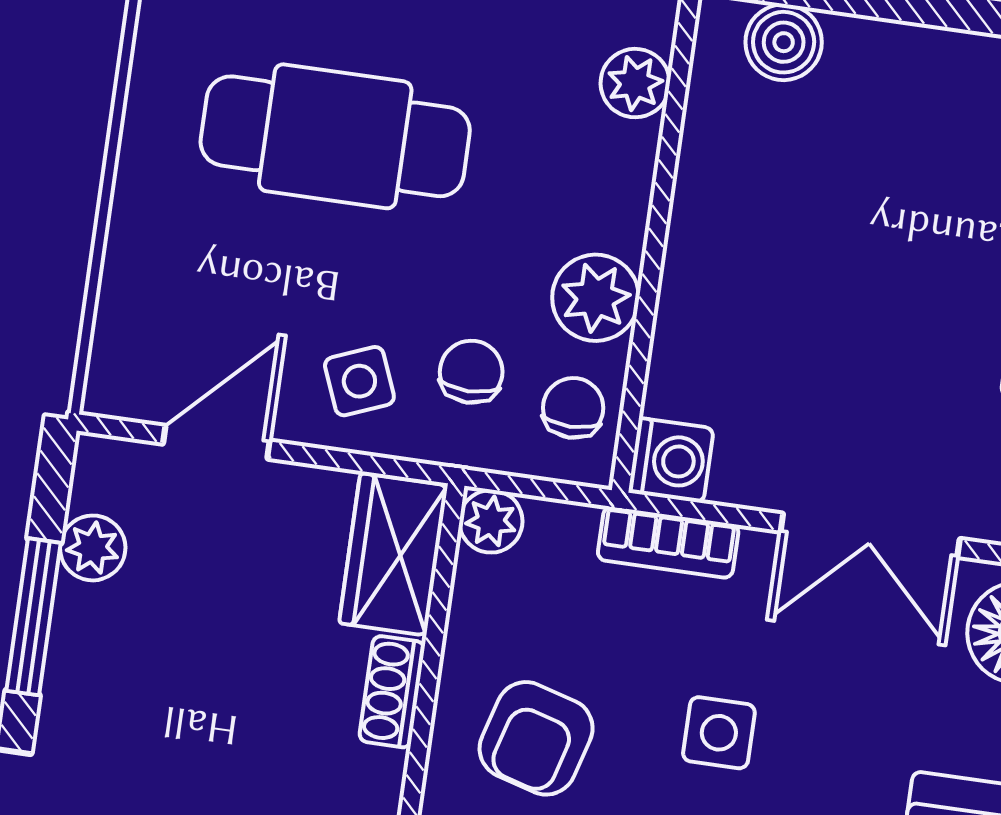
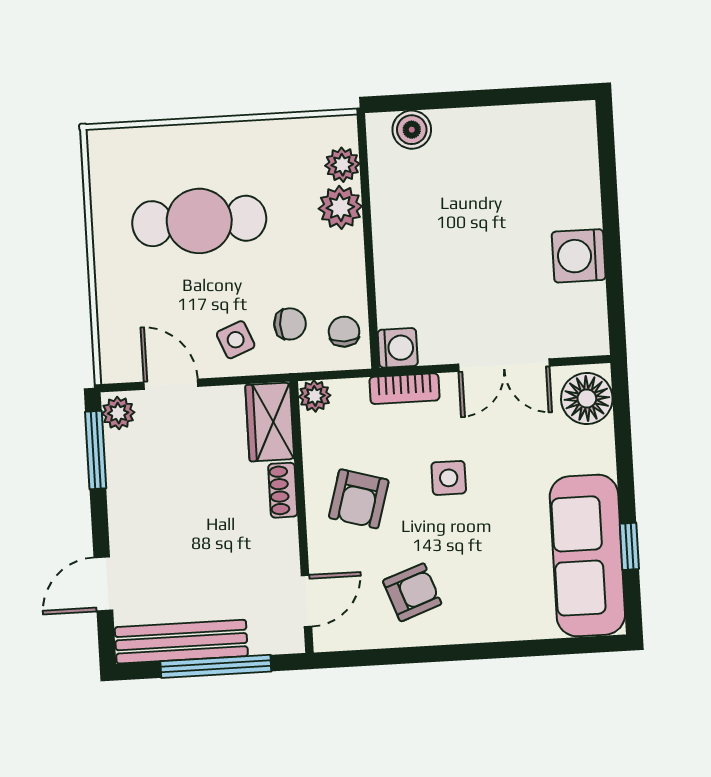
plant: (596, 298) -> (340, 207), moved
chair: (471, 372) -> (290, 324), turned 90
door: (216, 442) -> (171, 384), hinge flipped
plant: (93, 548) -> (118, 413), moved
window: (33, 617) -> (96, 450), moved

